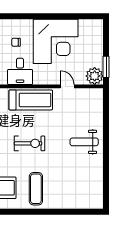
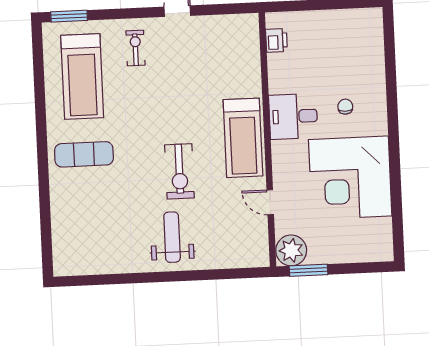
door: (67, 86) -> (270, 202), swing flipped
exercise bike: (30, 143) -> (179, 171), moved

